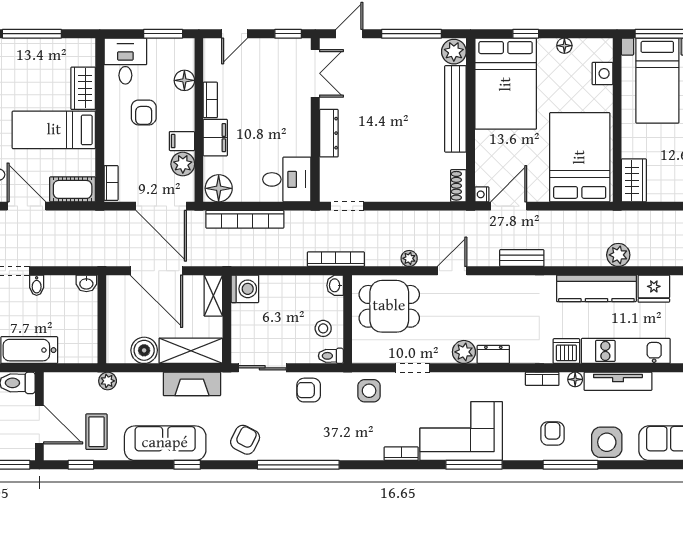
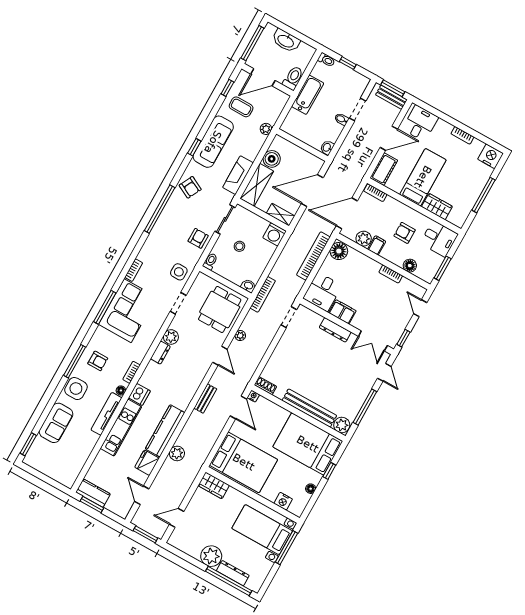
filing cabinet: (215, 138) -> (342, 312), moved, turned 180
stool: (323, 328) -> (239, 246), moved

